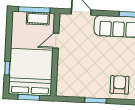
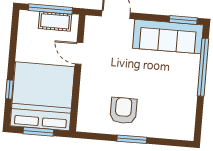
door: (56, 41) -> (79, 53), hinge flipped
armchair: (120, 85) -> (123, 111), moved

